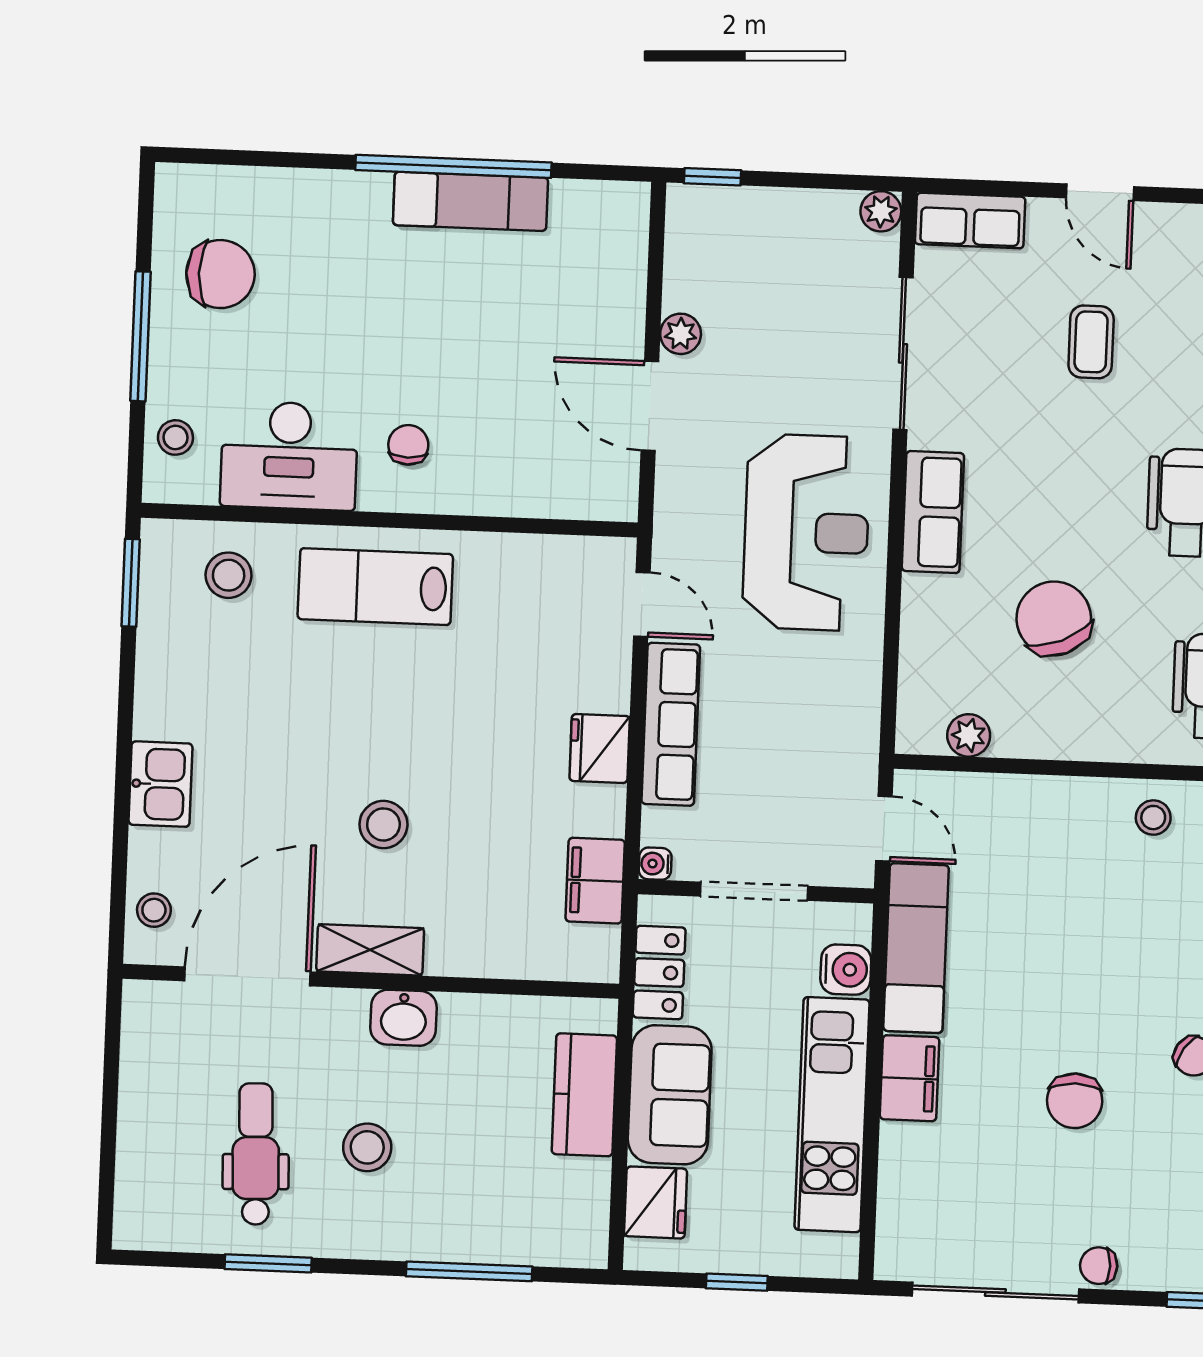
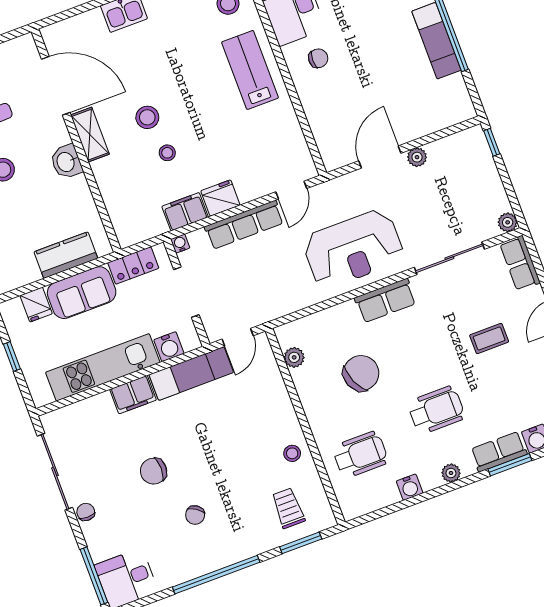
filing cabinet: (595, 881) -> (185, 212), moved
stool: (154, 910) -> (167, 153), moved
fridge: (656, 1202) -> (36, 305), width x0.72

